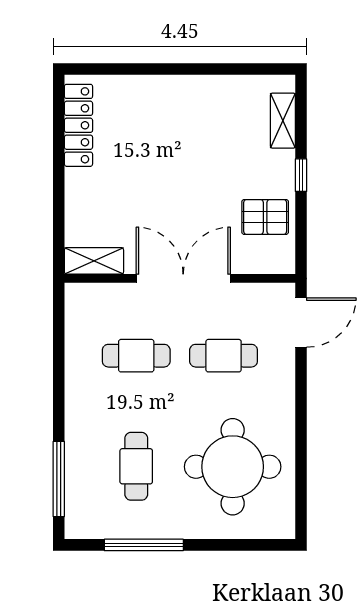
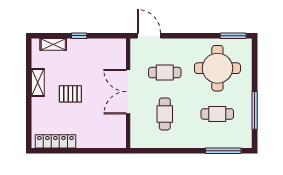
pallet: (265, 217) -> (70, 94), moved, turned 90
shelving: (94, 261) -> (38, 83), moved
cafe table: (224, 356) -> (165, 73), turned 90
window: (301, 500) -> (233, 36), added

